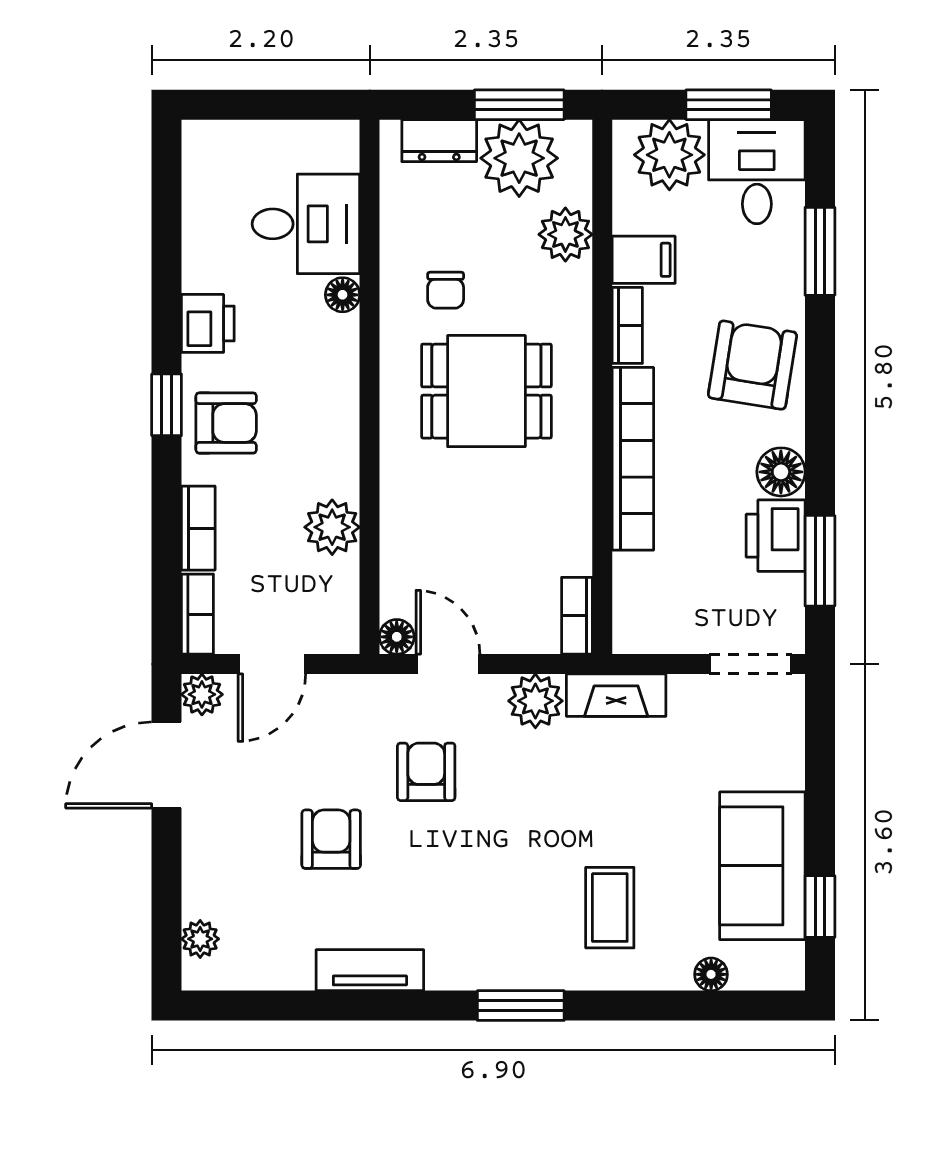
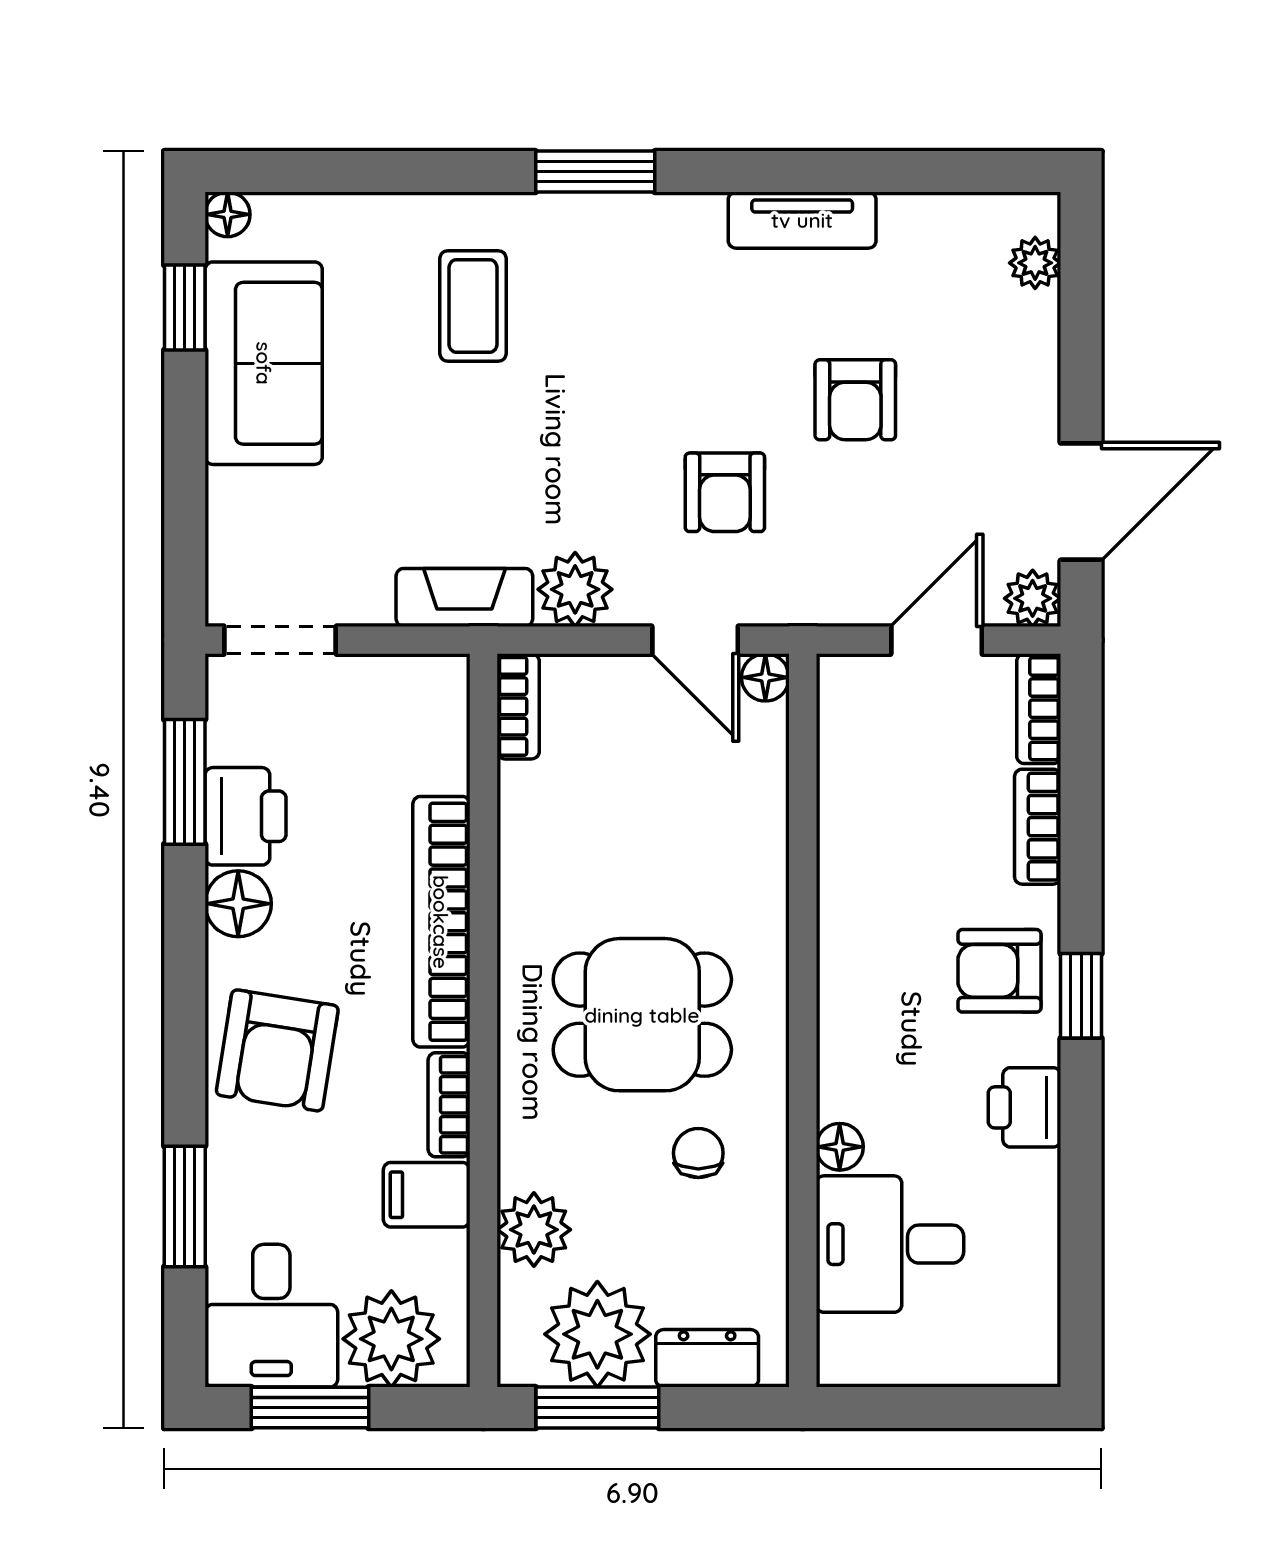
plant: (332, 527) -> (854, 828), removed
floor lamp: (711, 974) -> (228, 214), moved

